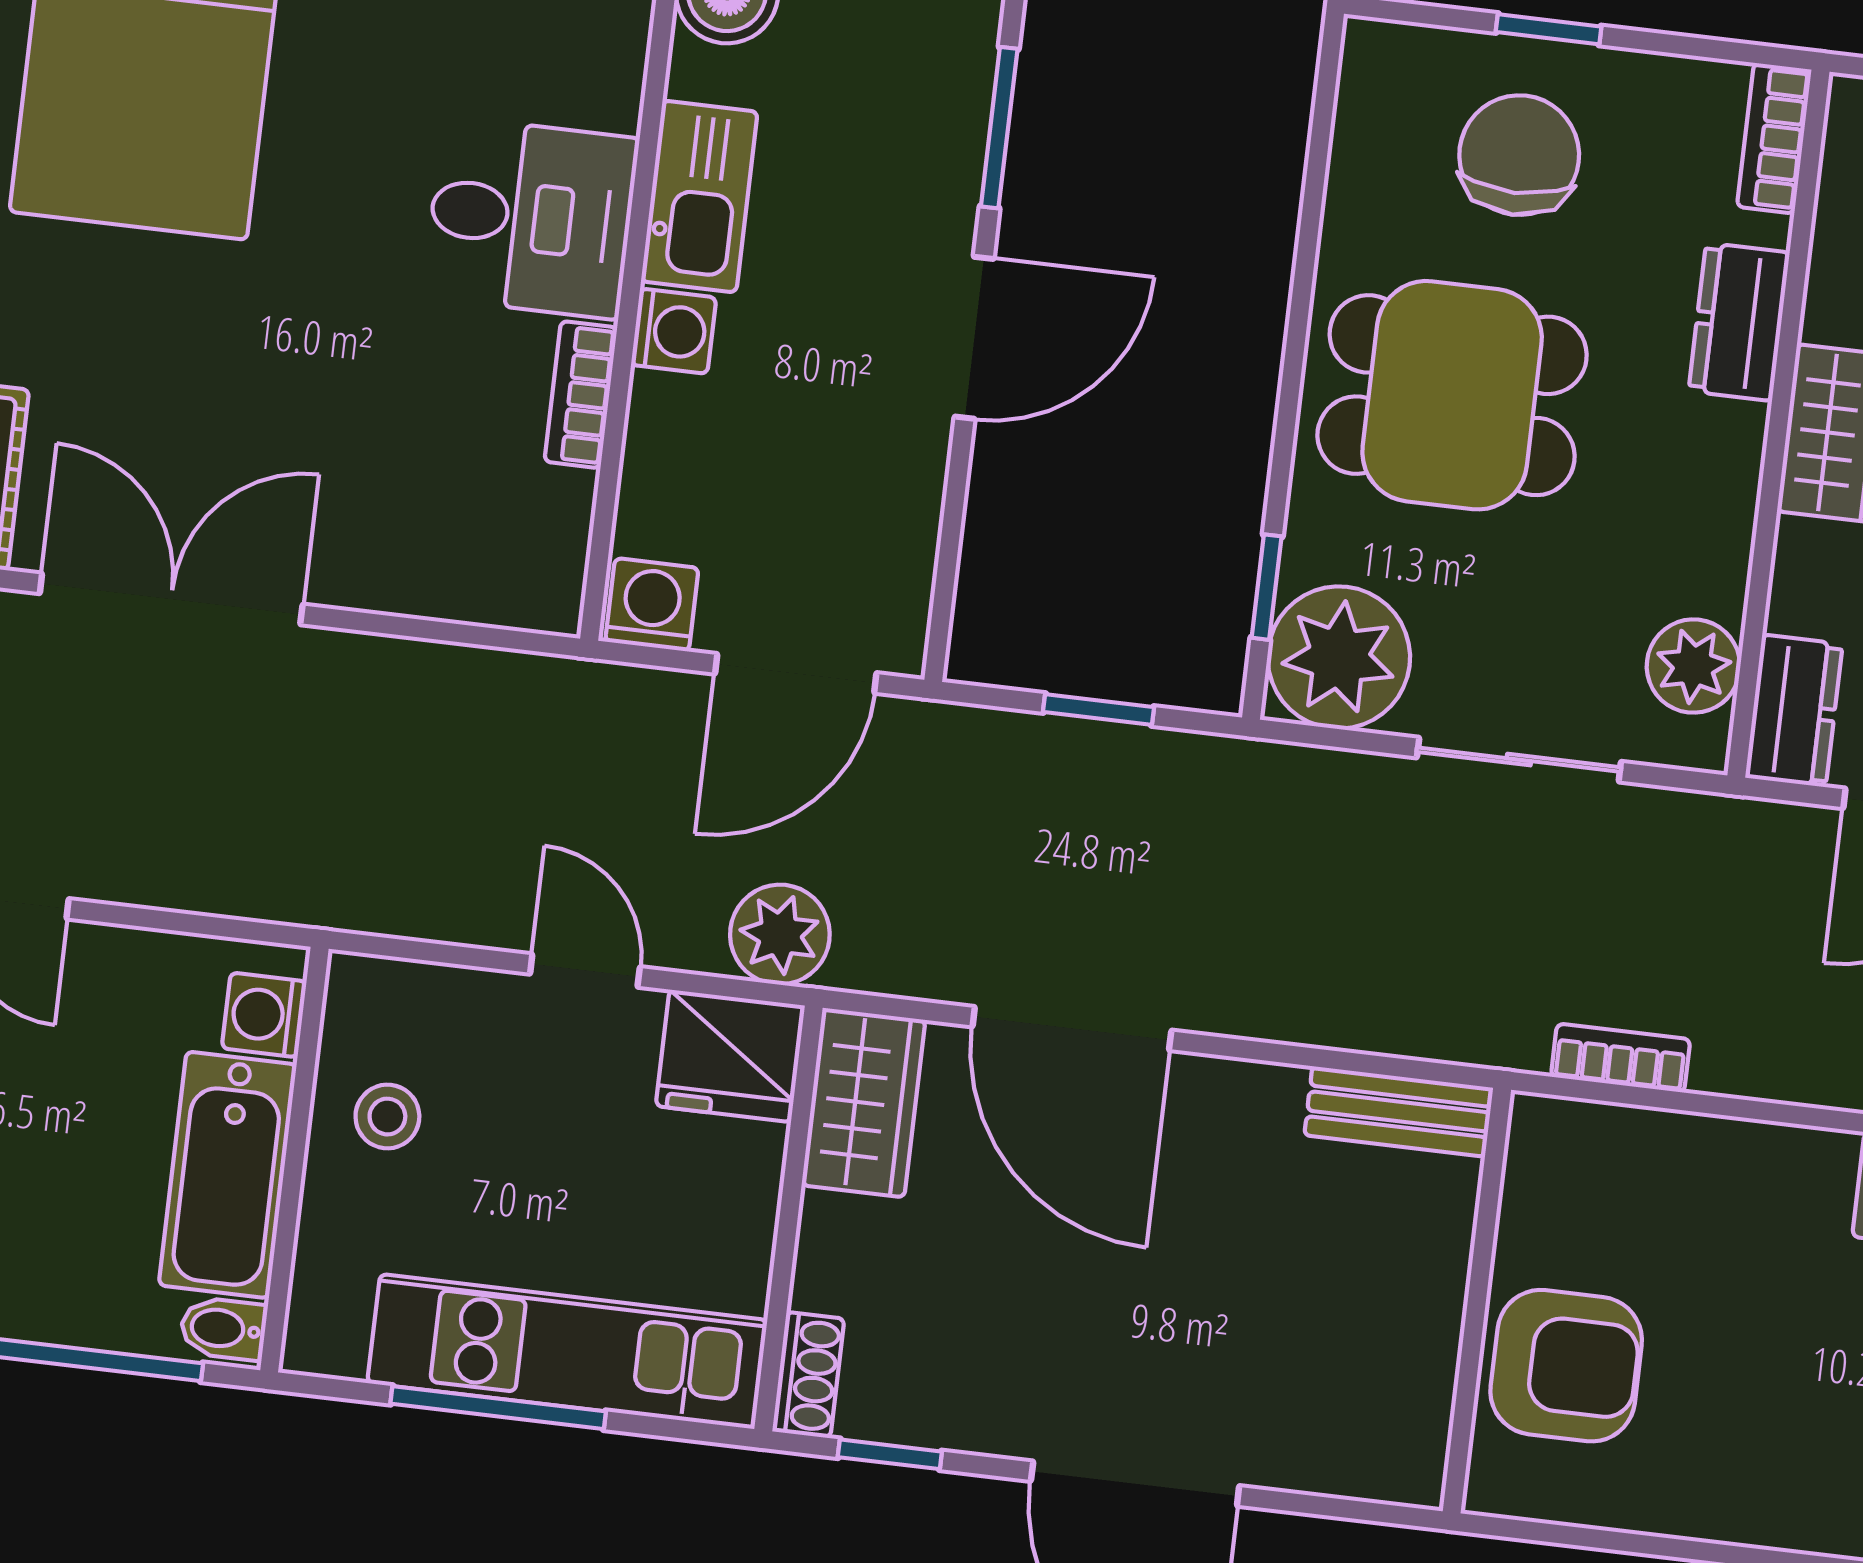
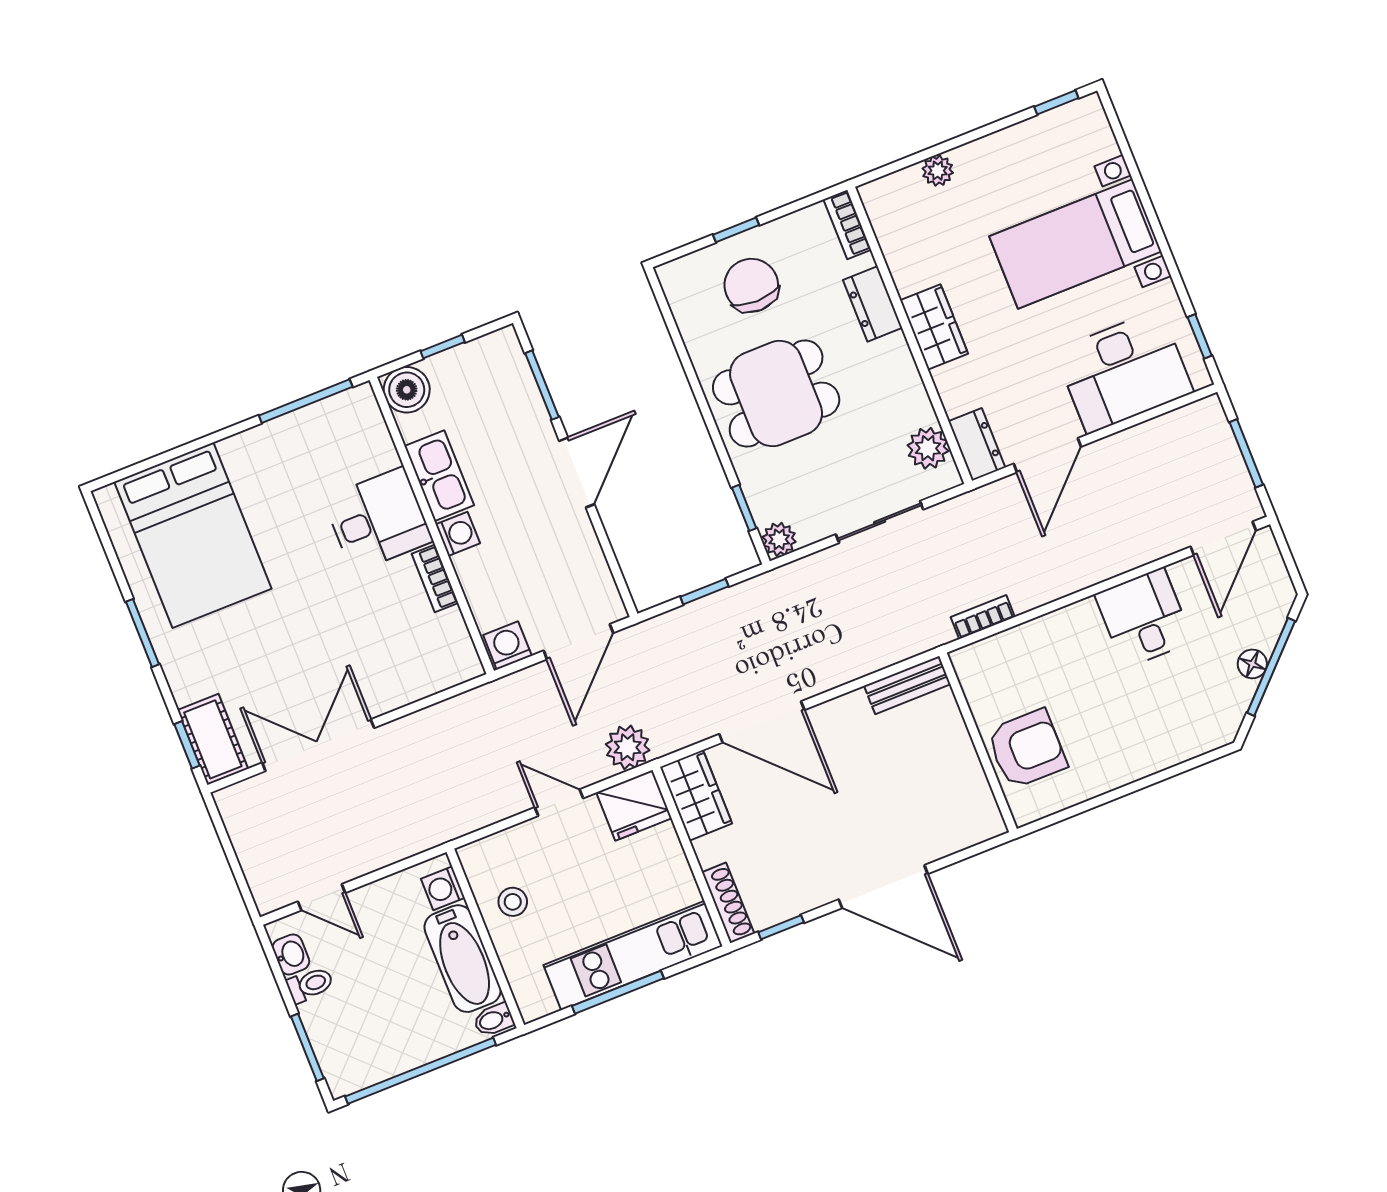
plant: (1339, 657) -> (779, 539), width x0.53, depth x0.53
shoe rack: (808, 1375) -> (728, 903), width x1.43

